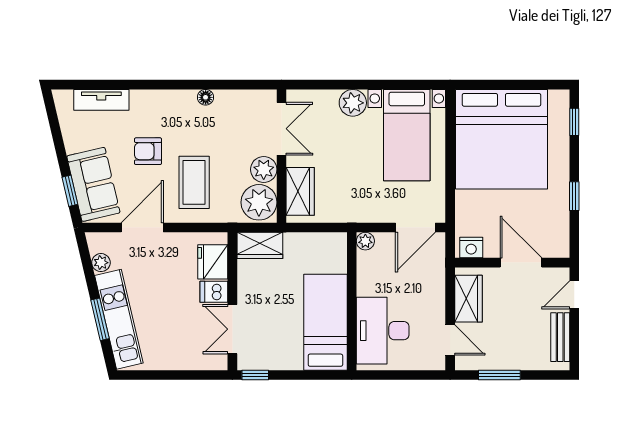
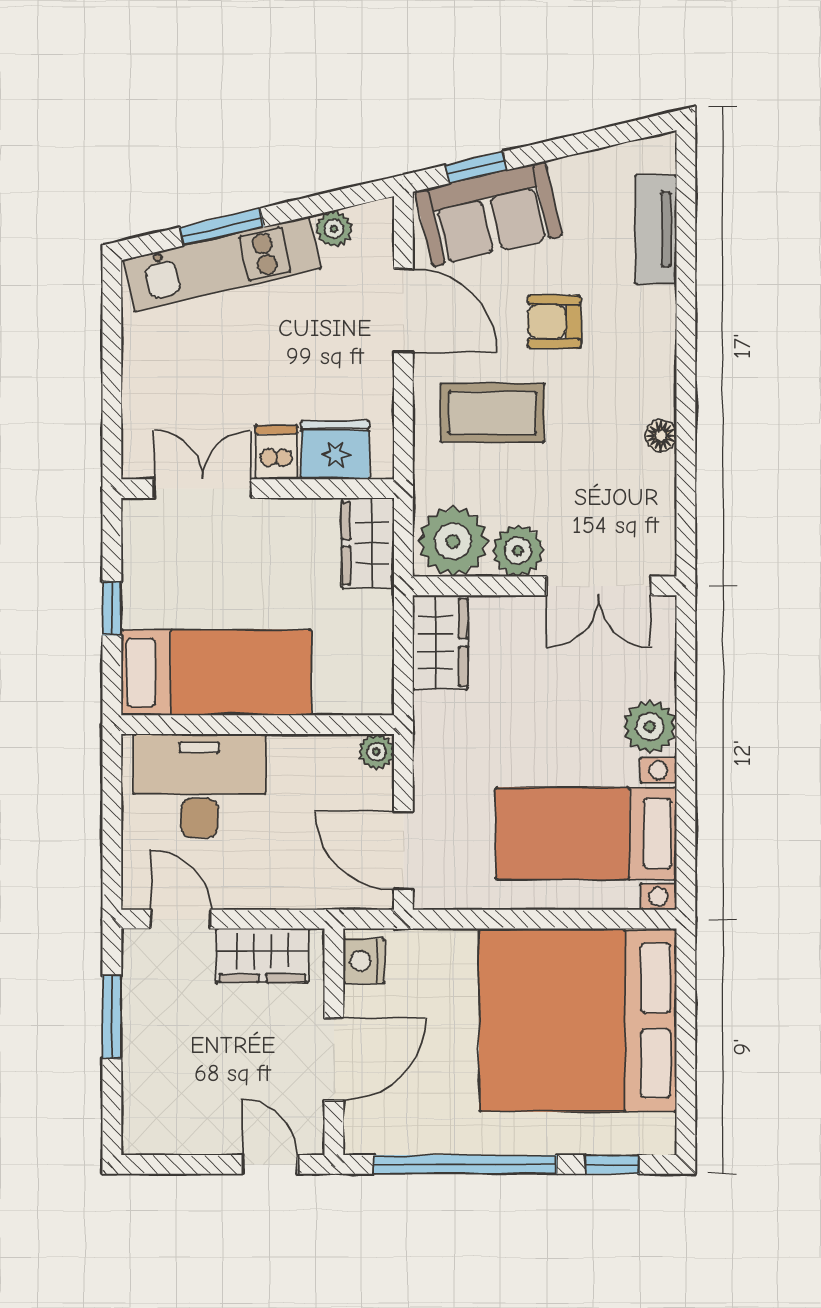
armchair: (148, 151) -> (554, 322), turned -90
wardrobe: (300, 191) -> (440, 642), moved, turned -90
window: (574, 196) -> (465, 1164), width x3.17
bench: (560, 337) -> (187, 1137), removed
door: (450, 340) -> (181, 919), swing flipped
window: (255, 375) -> (112, 608), moved

